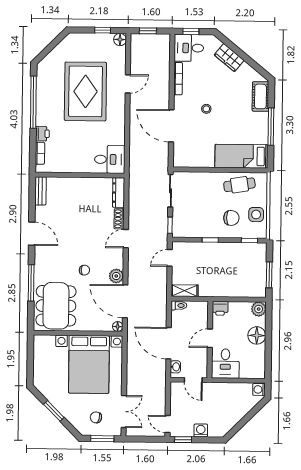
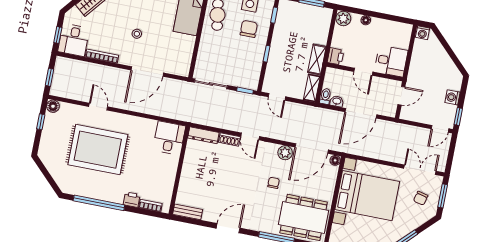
shelving: (214, 290) -> (317, 59), added
floor lamp: (257, 335) -> (366, 20), width x0.53, depth x0.53
washbasin: (175, 367) -> (337, 101), moved

